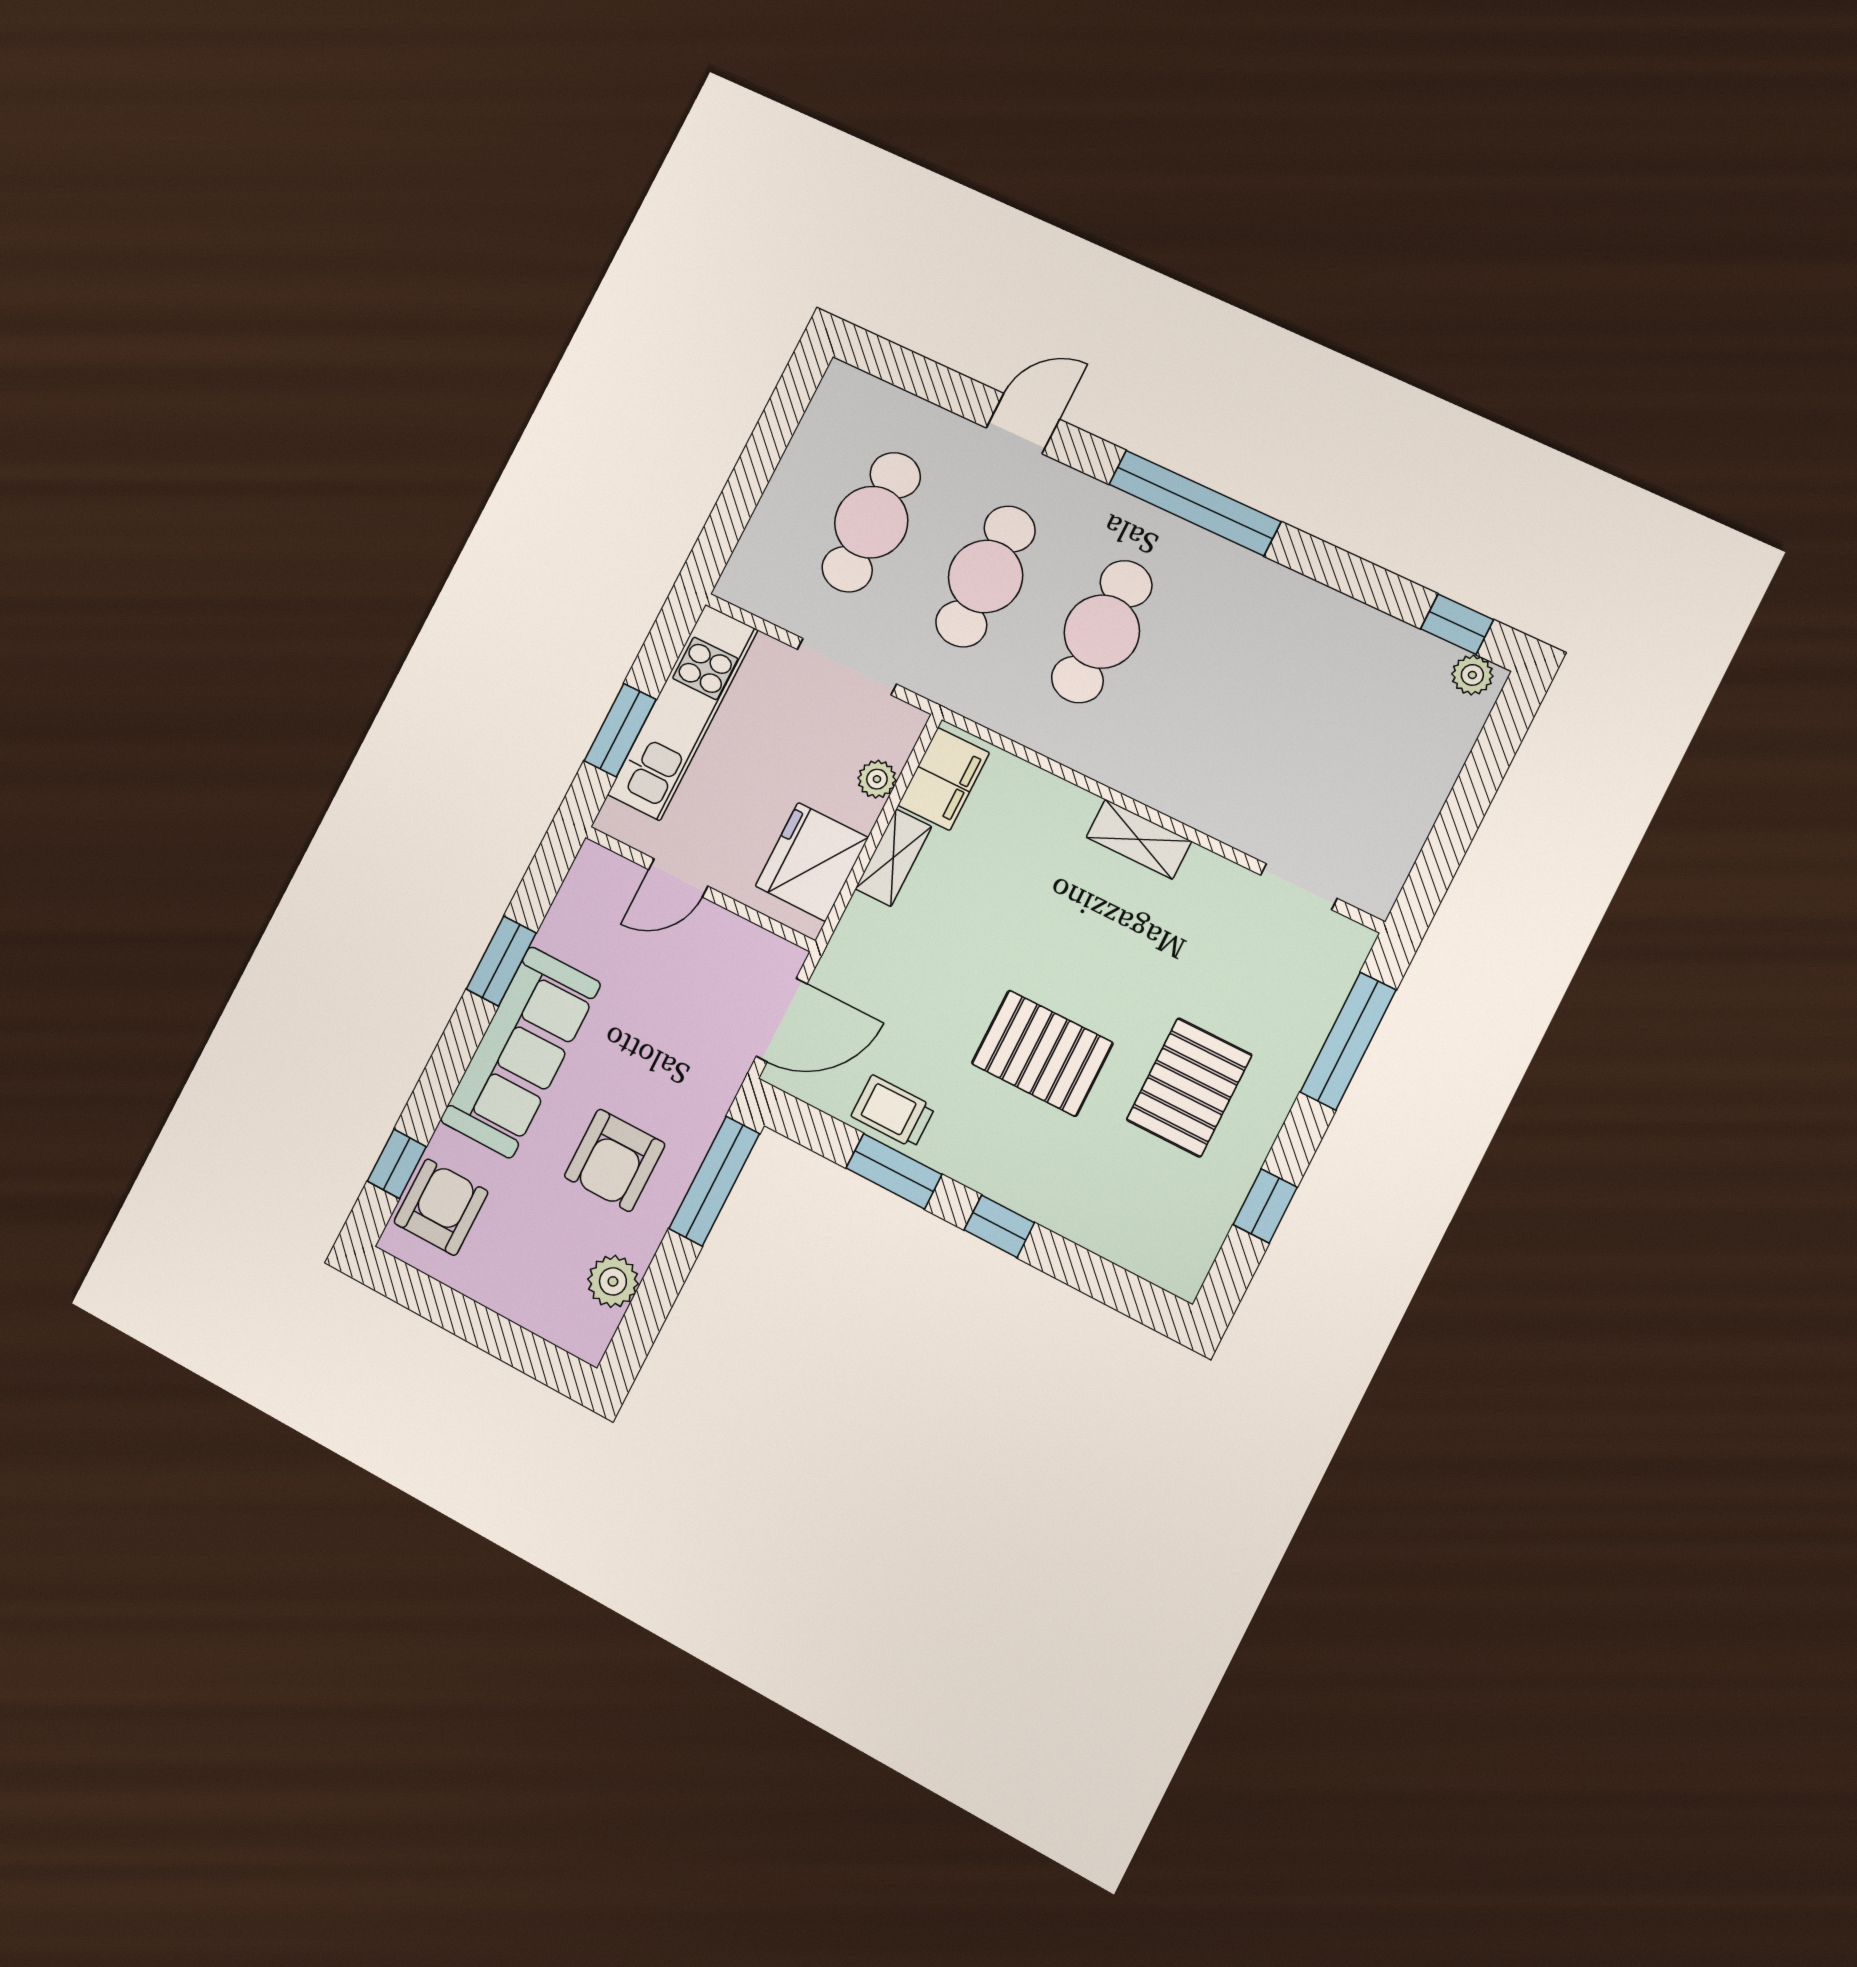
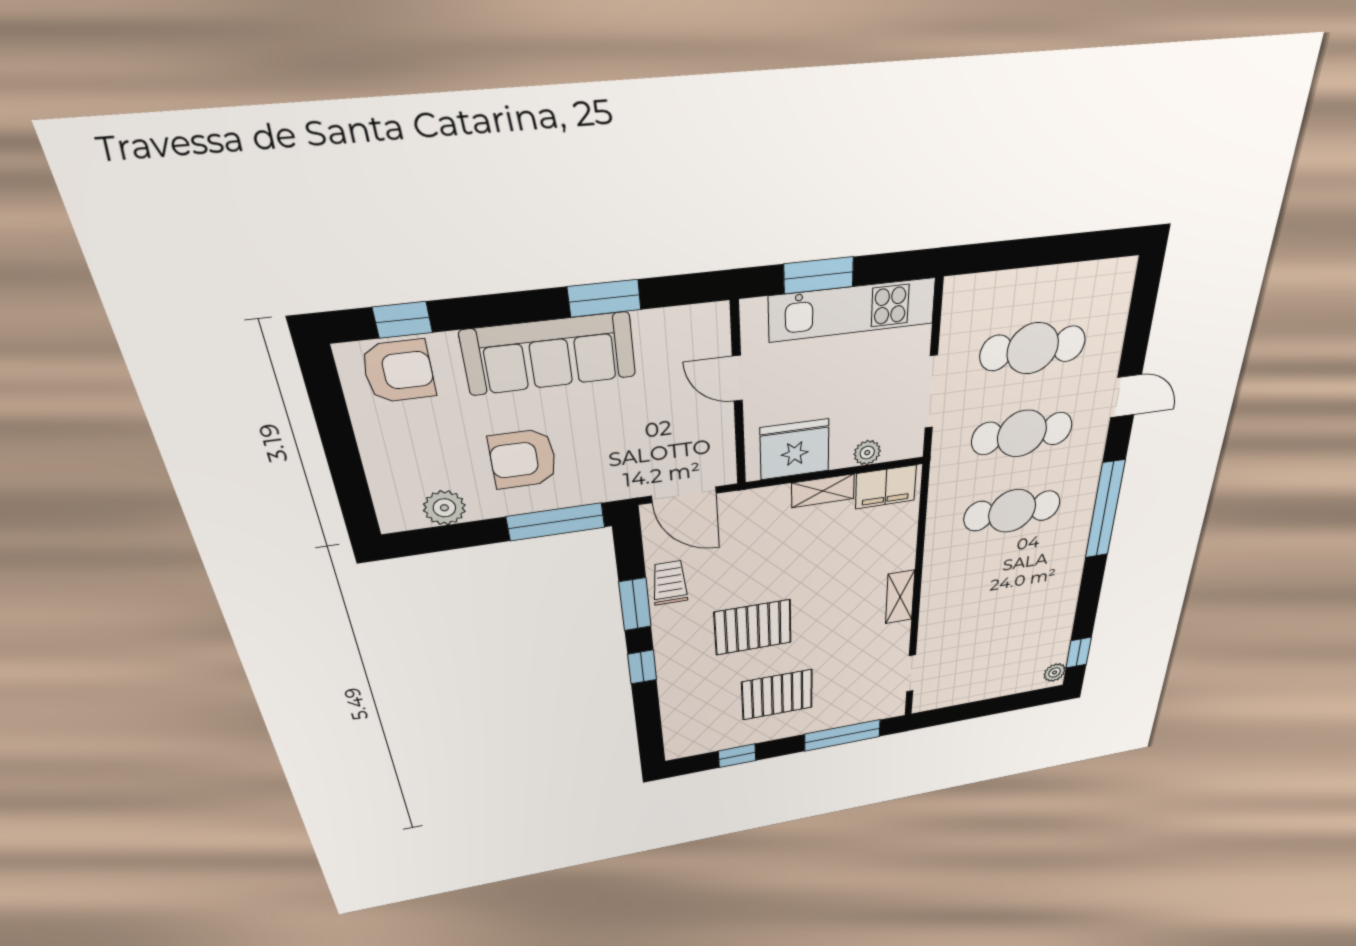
pallet: (1042, 1053) -> (753, 627), turned 90

